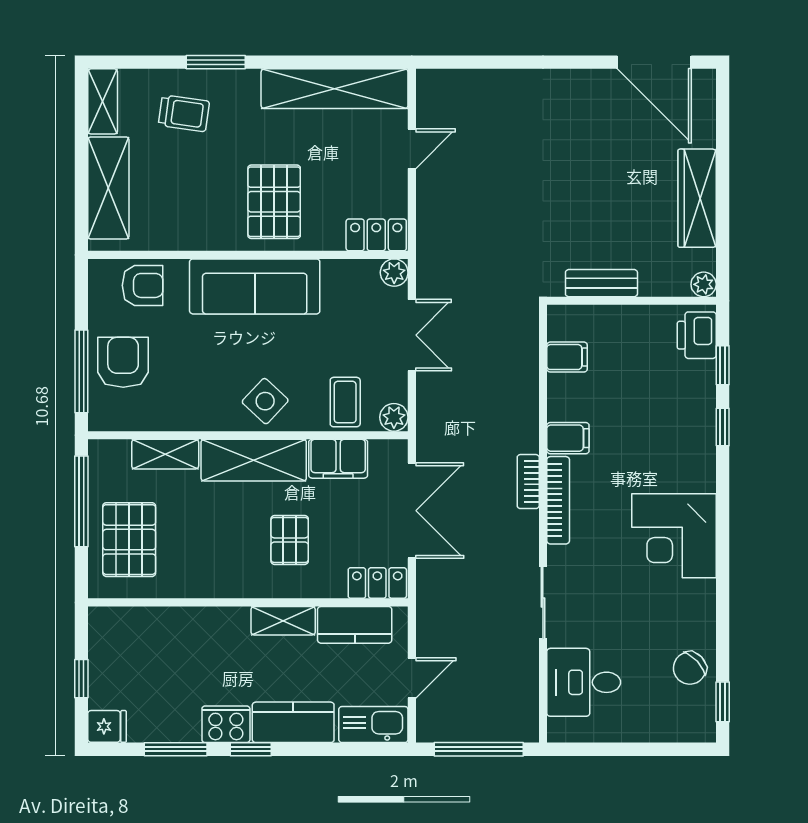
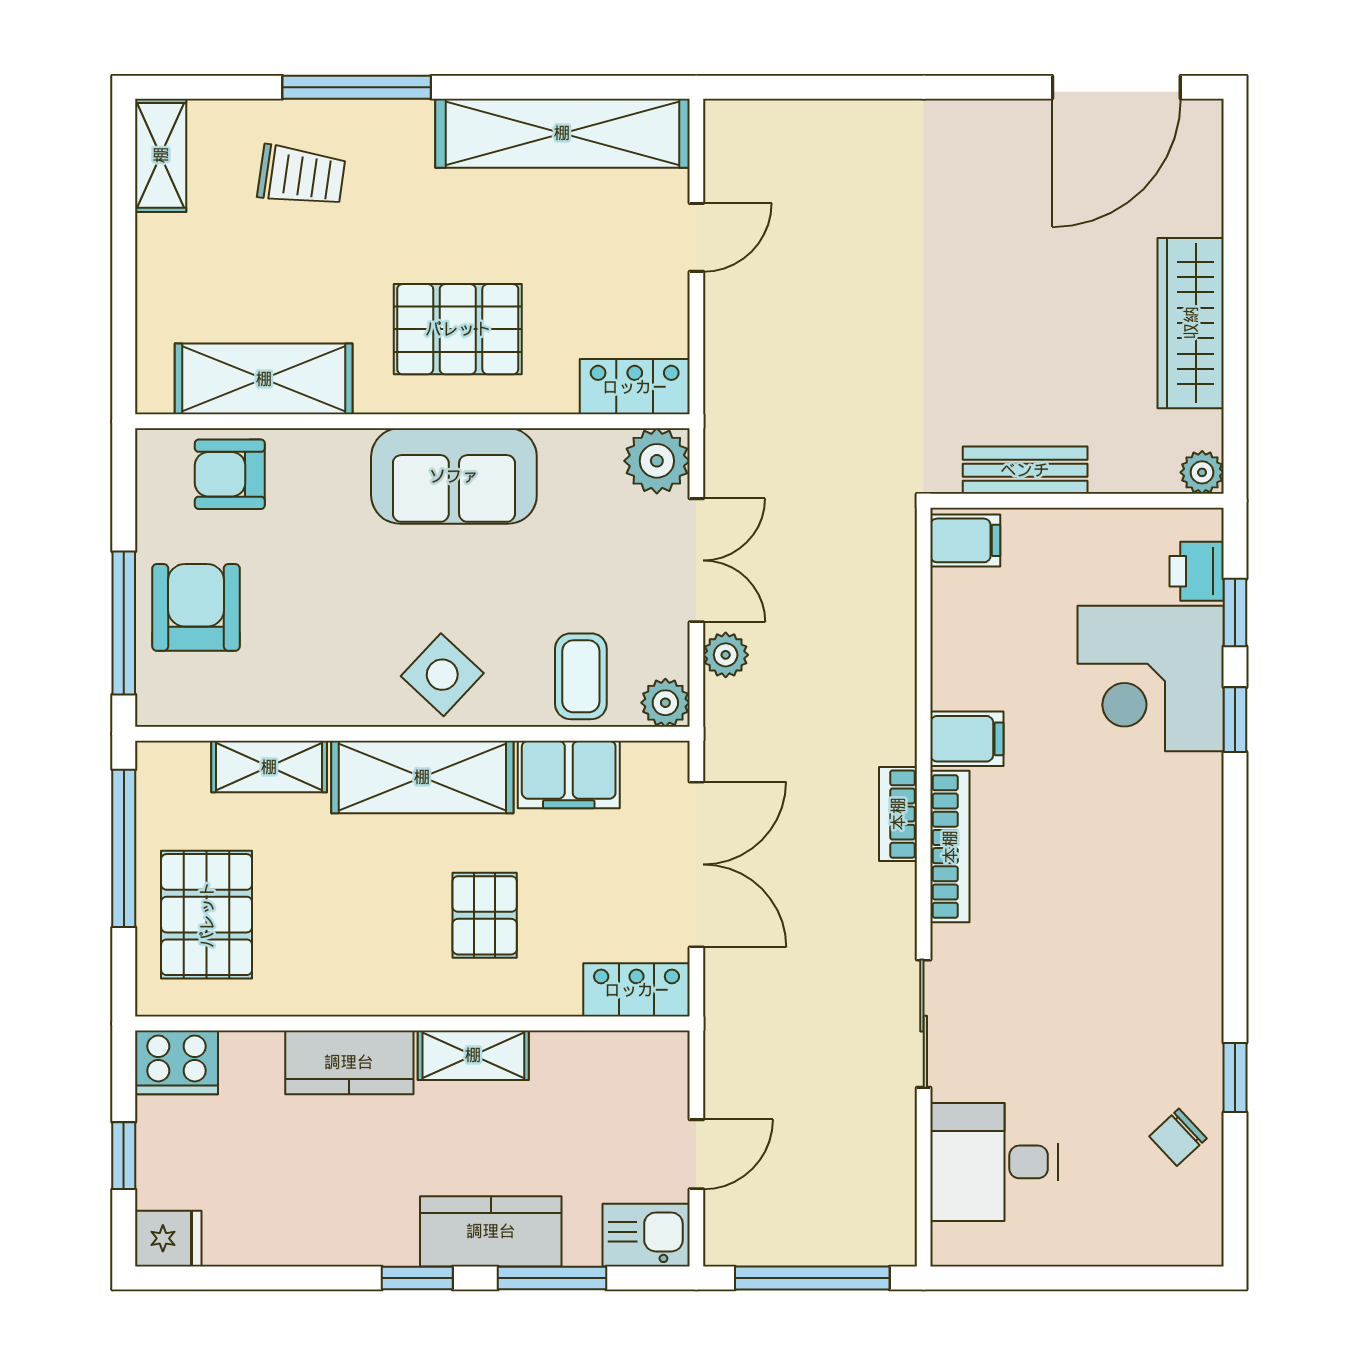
window: (216, 62) -> (357, 87), width x1.44
door: (654, 62) -> (1116, 87), hinge flipped
shelving: (108, 188) -> (264, 379), moved, turned 90
pallet: (274, 202) -> (458, 329), turned 90
plant: (394, 273) -> (657, 461), width x1.38, depth x1.38
armchair: (143, 285) -> (230, 474), turned 180
sofa: (255, 286) -> (454, 476), width x0.73
printer: (697, 335) -> (1197, 571), width x0.73, depth x0.81
filing cabinet: (567, 357) -> (965, 540), moved
plant: (429, 390) -> (726, 655), added
corner desk: (674, 536) -> (1151, 678), moved
kitchen counter: (355, 625) -> (349, 1062), moved
chair: (690, 668) -> (1178, 1137), width x0.73, depth x0.73
window: (723, 702) -> (1235, 1077), moved
cooker: (226, 724) -> (176, 1062), moved, turned 180
kitchen sink: (373, 725) -> (646, 1235), width x0.73
window: (176, 749) -> (552, 1278), moved

